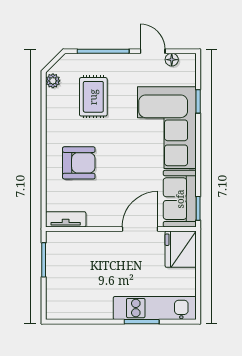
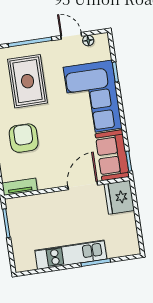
rug: (93, 97) -> (28, 81), width x1.36, depth x1.43
armchair: (79, 163) -> (24, 138), turned -90
kitchen unit: (155, 308) -> (71, 255), moved

